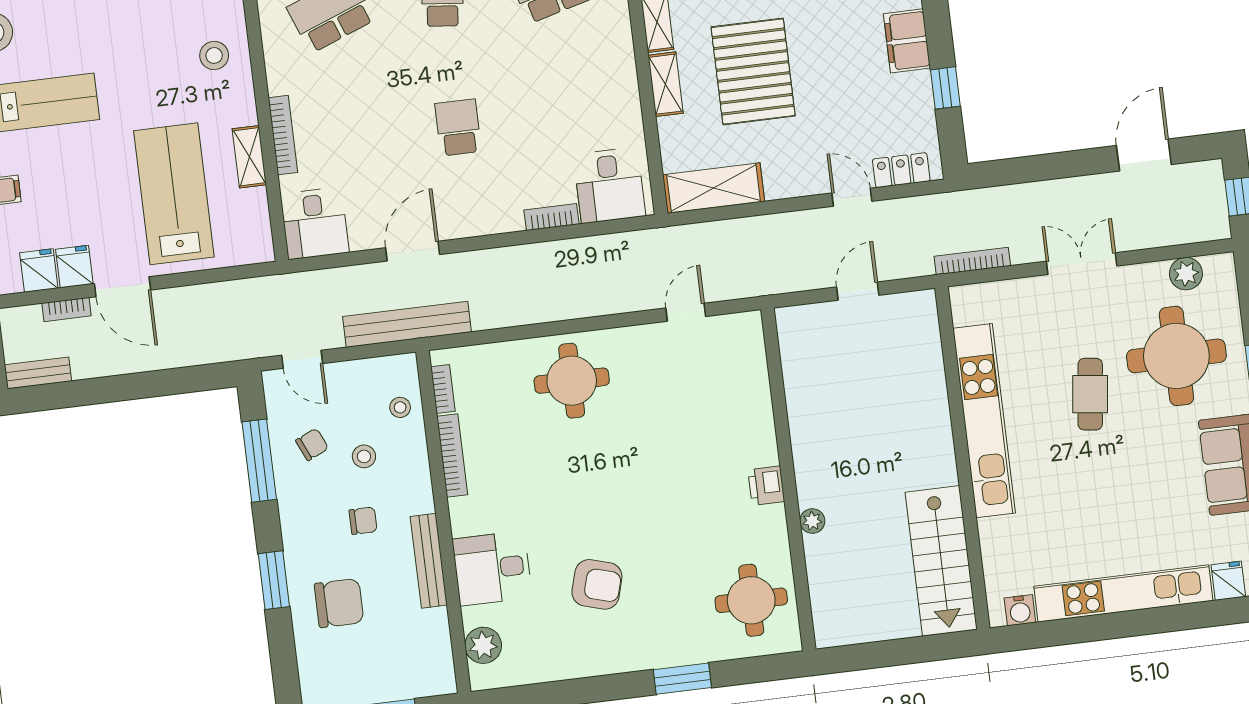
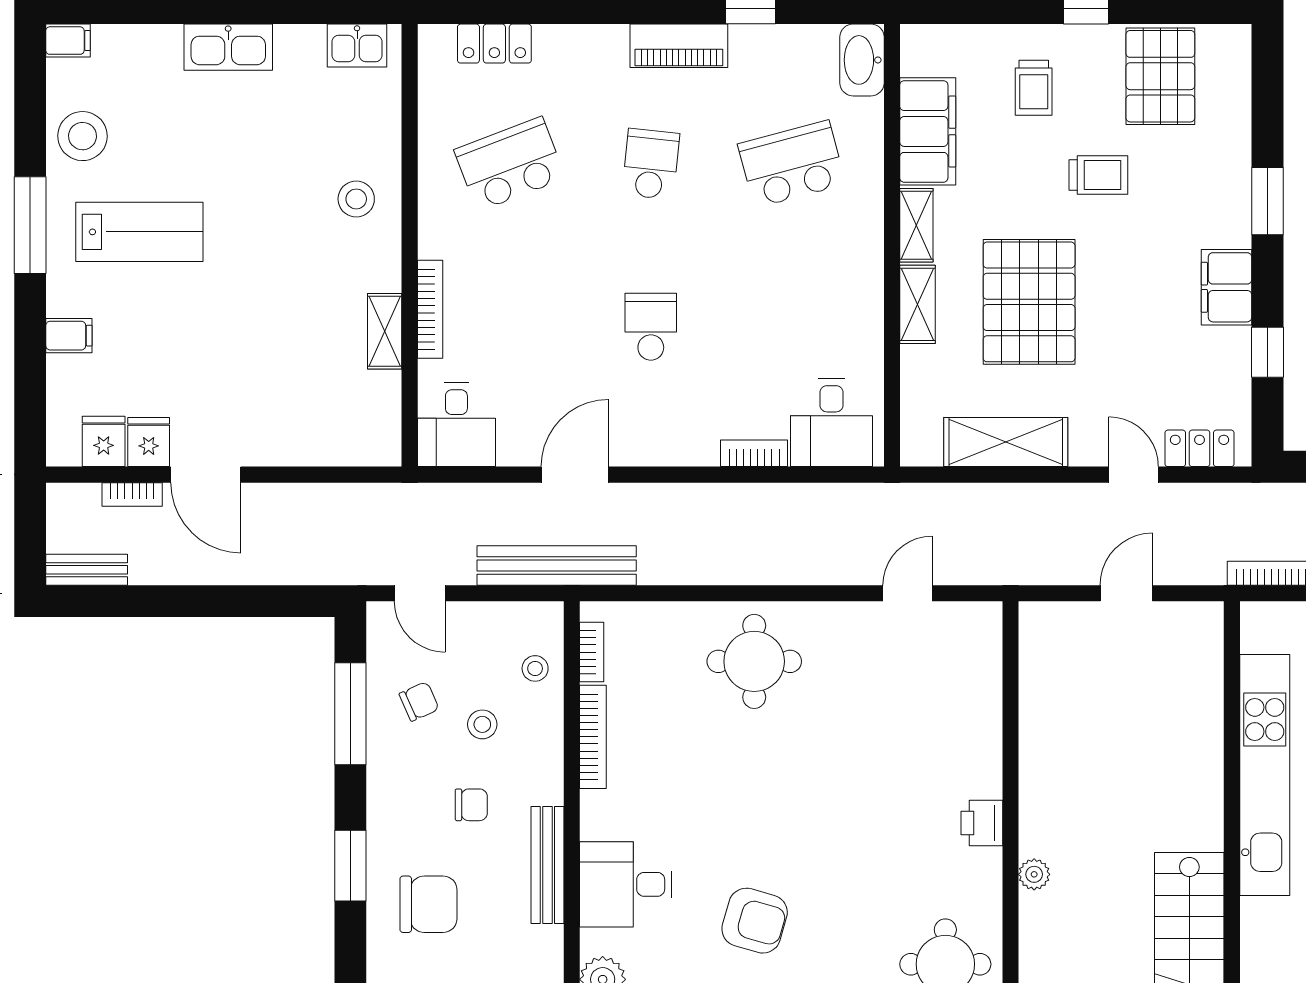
shelving: (714, 188) -> (1006, 442), moved
lab bench: (174, 194) -> (284, 366), removed

